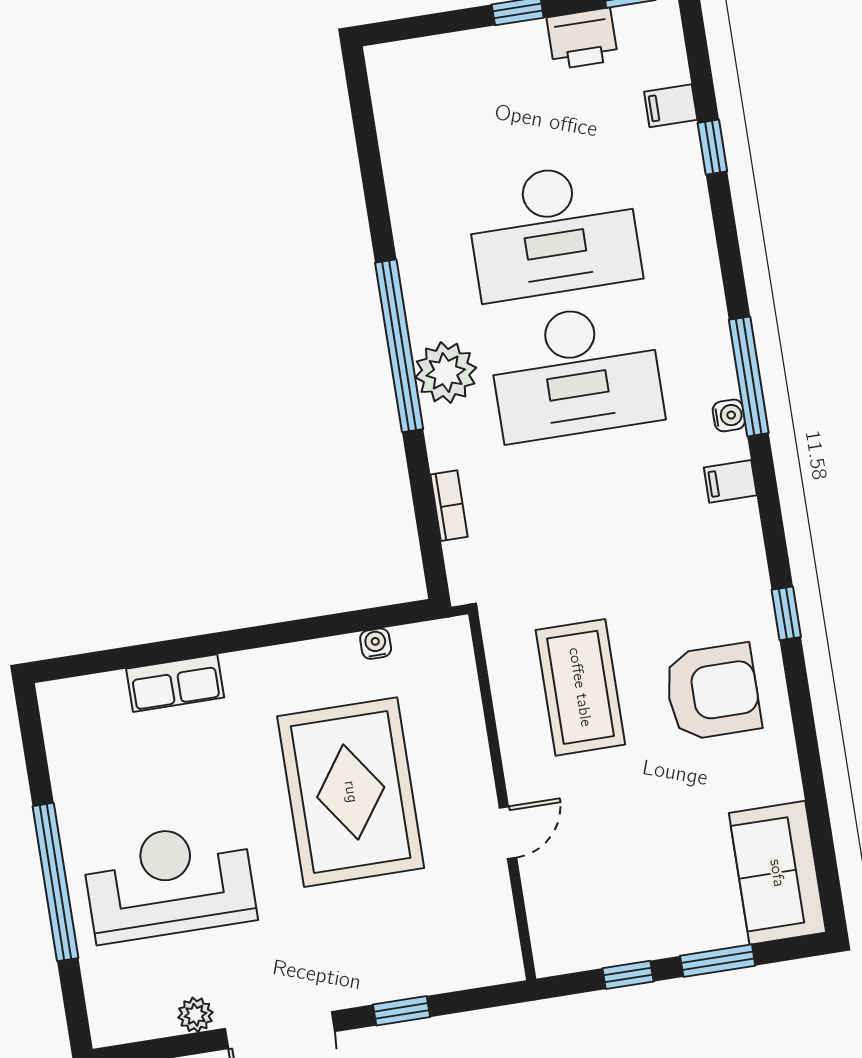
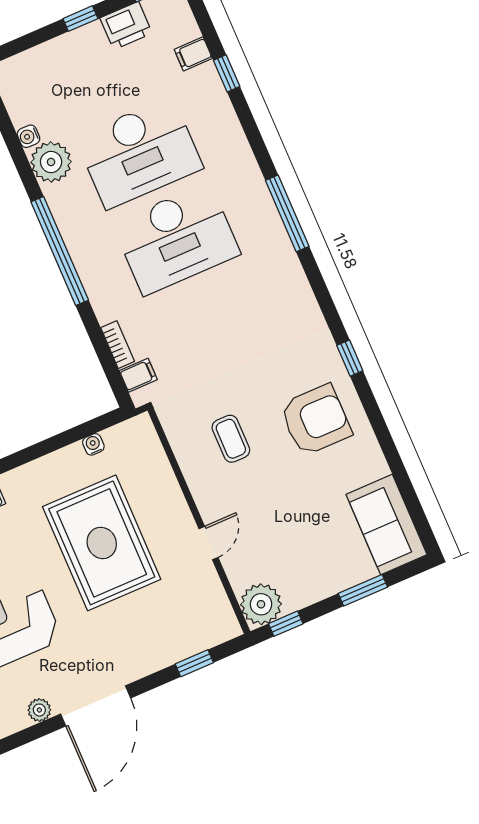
plant: (446, 372) -> (51, 162), moved
water cooler: (729, 415) -> (29, 136), moved, turned 180
filing cabinet: (730, 481) -> (138, 375), moved, turned 180
coffee table: (580, 687) -> (231, 439), width x0.54, depth x0.58
plant: (562, 943) -> (261, 604), added
window: (628, 975) -> (286, 624), moved
window: (401, 1011) -> (194, 663), moved

